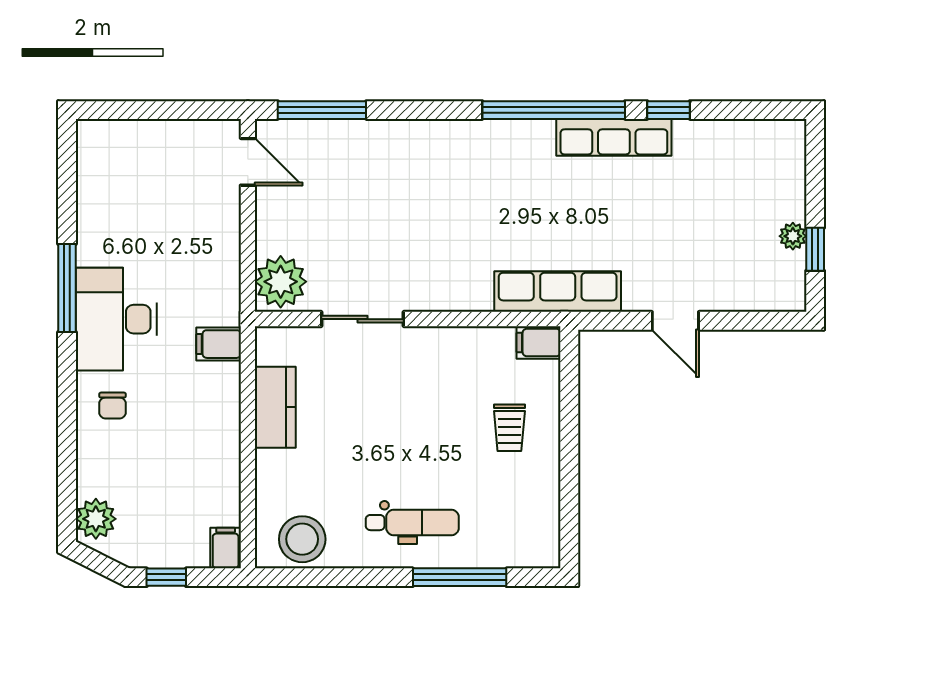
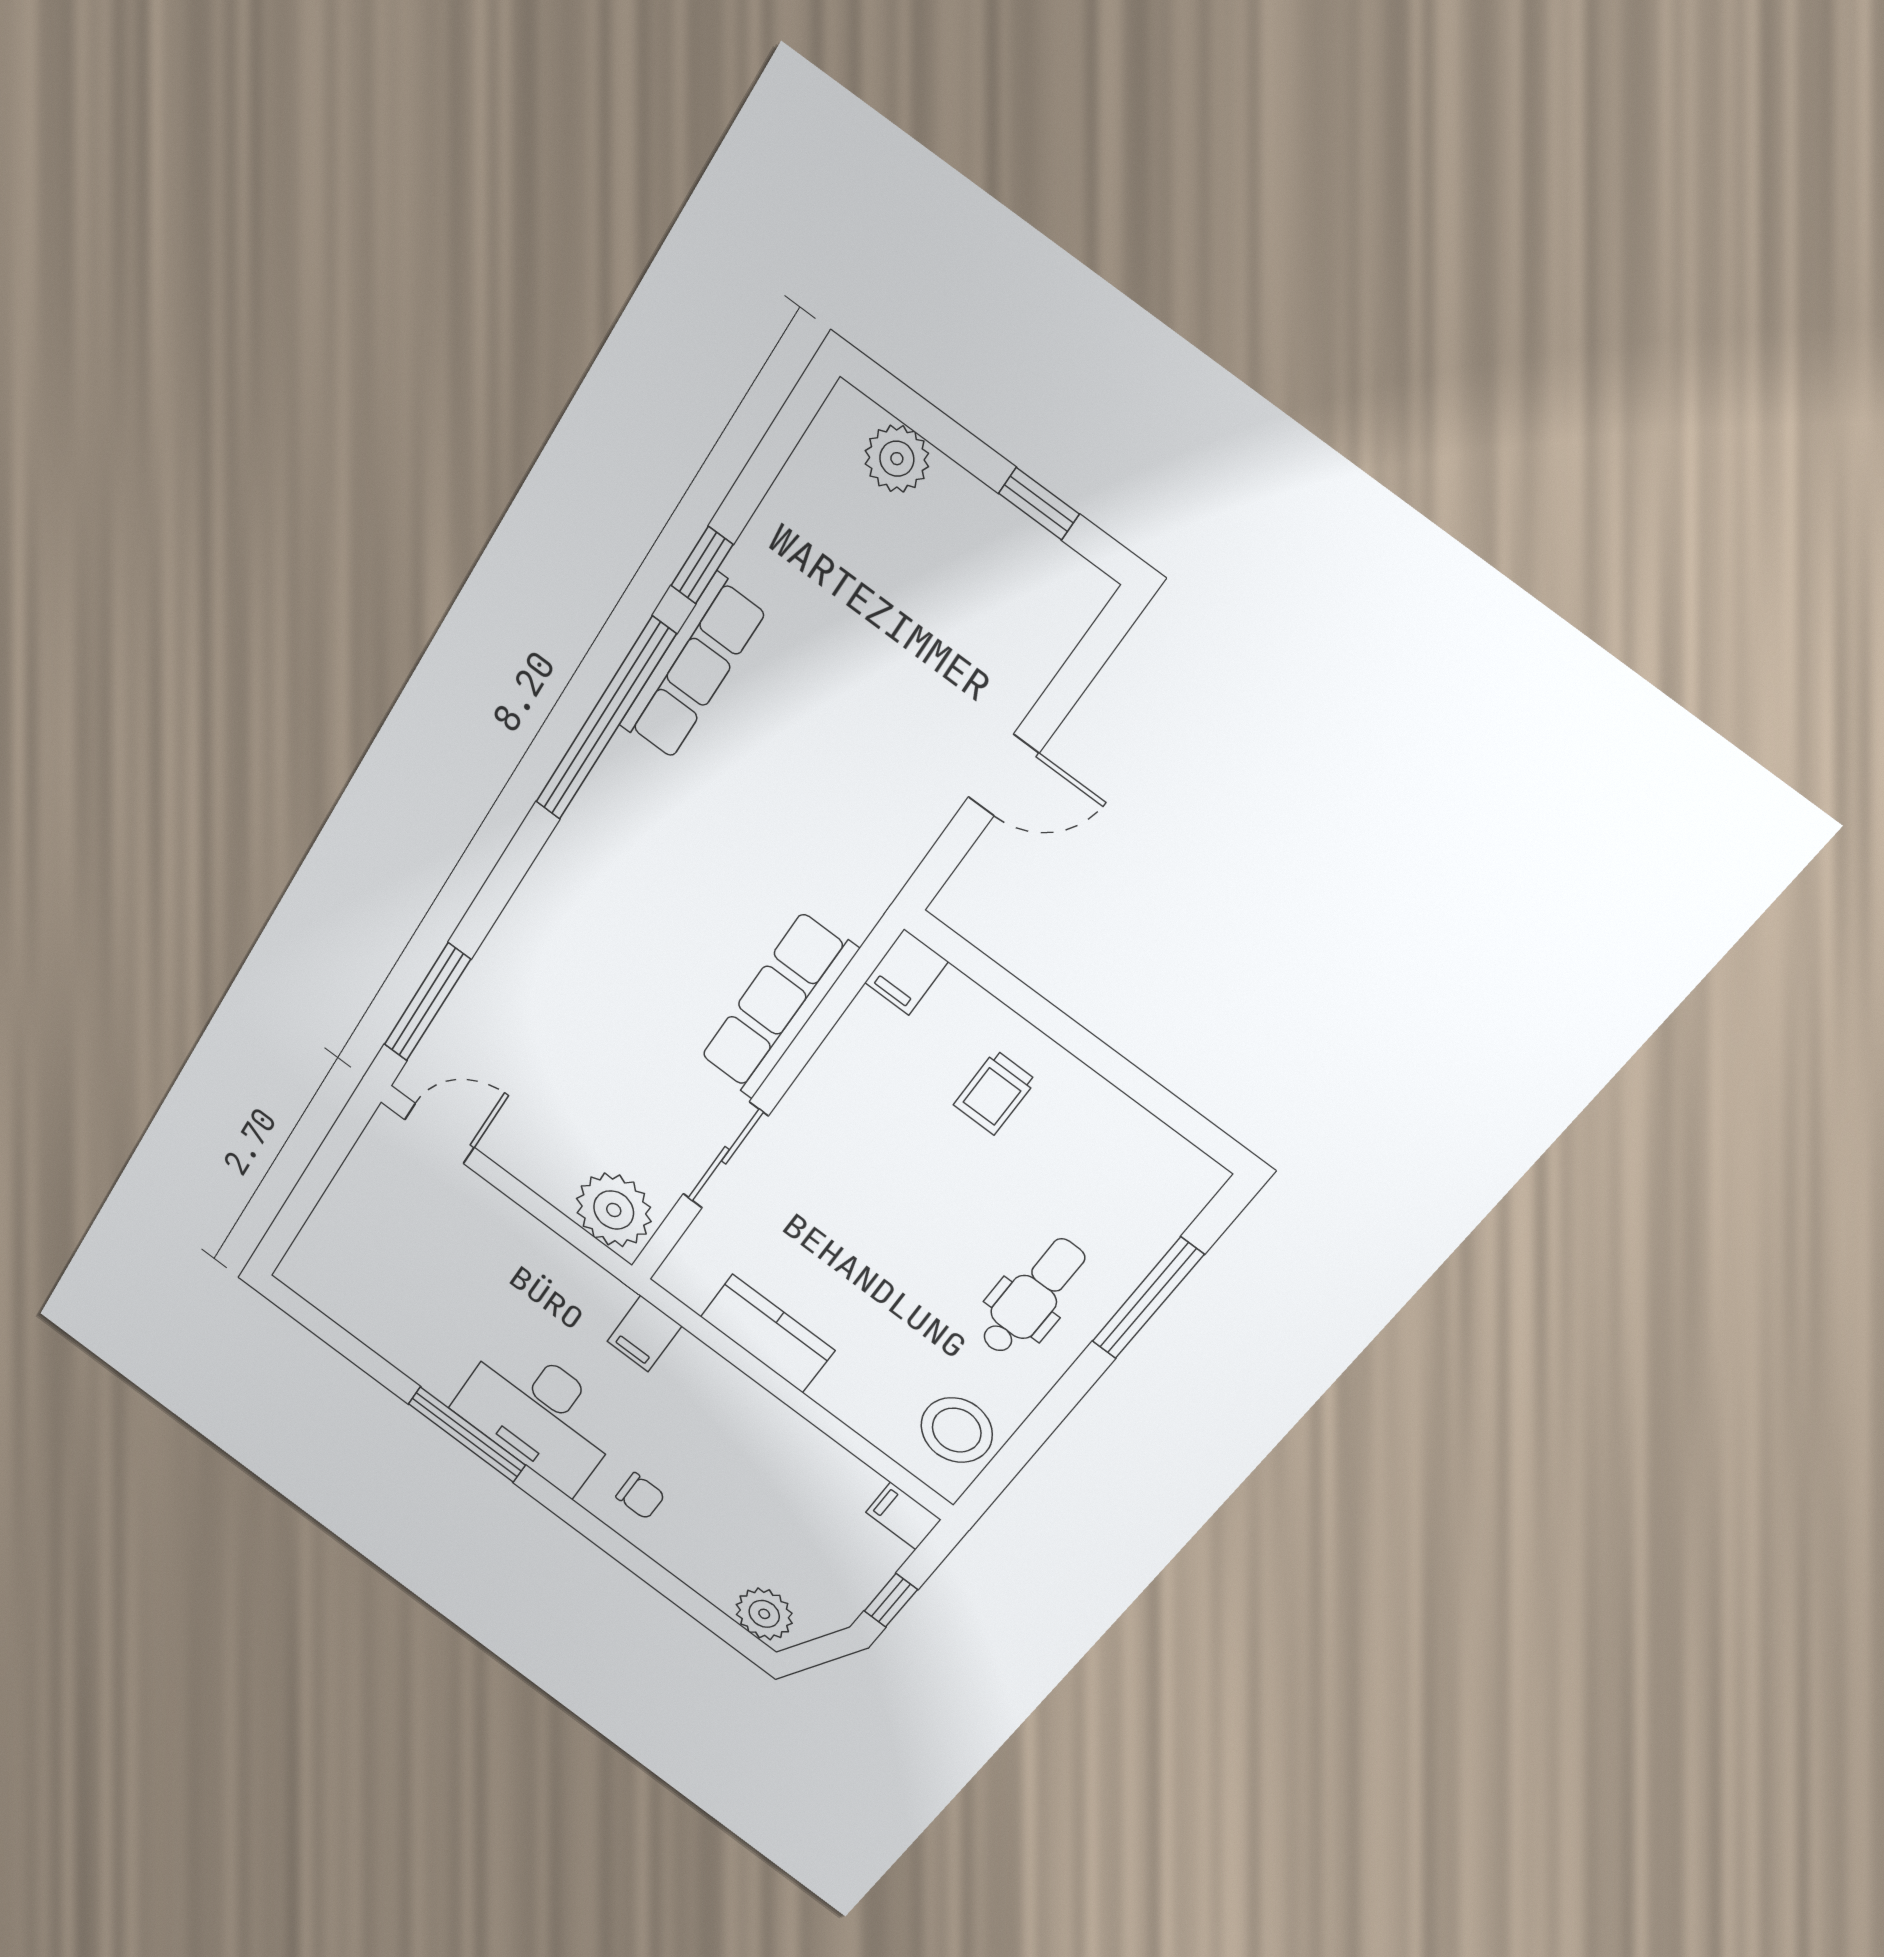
plant: (793, 236) -> (897, 459), moved, width x1.38, depth x1.38
row of seats: (558, 292) -> (778, 1005), moved
trolley: (509, 428) -> (995, 1093), turned 90

